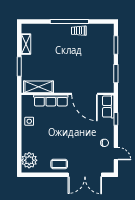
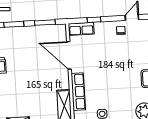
door: (84, 94) -> (69, 55), swing flipped

